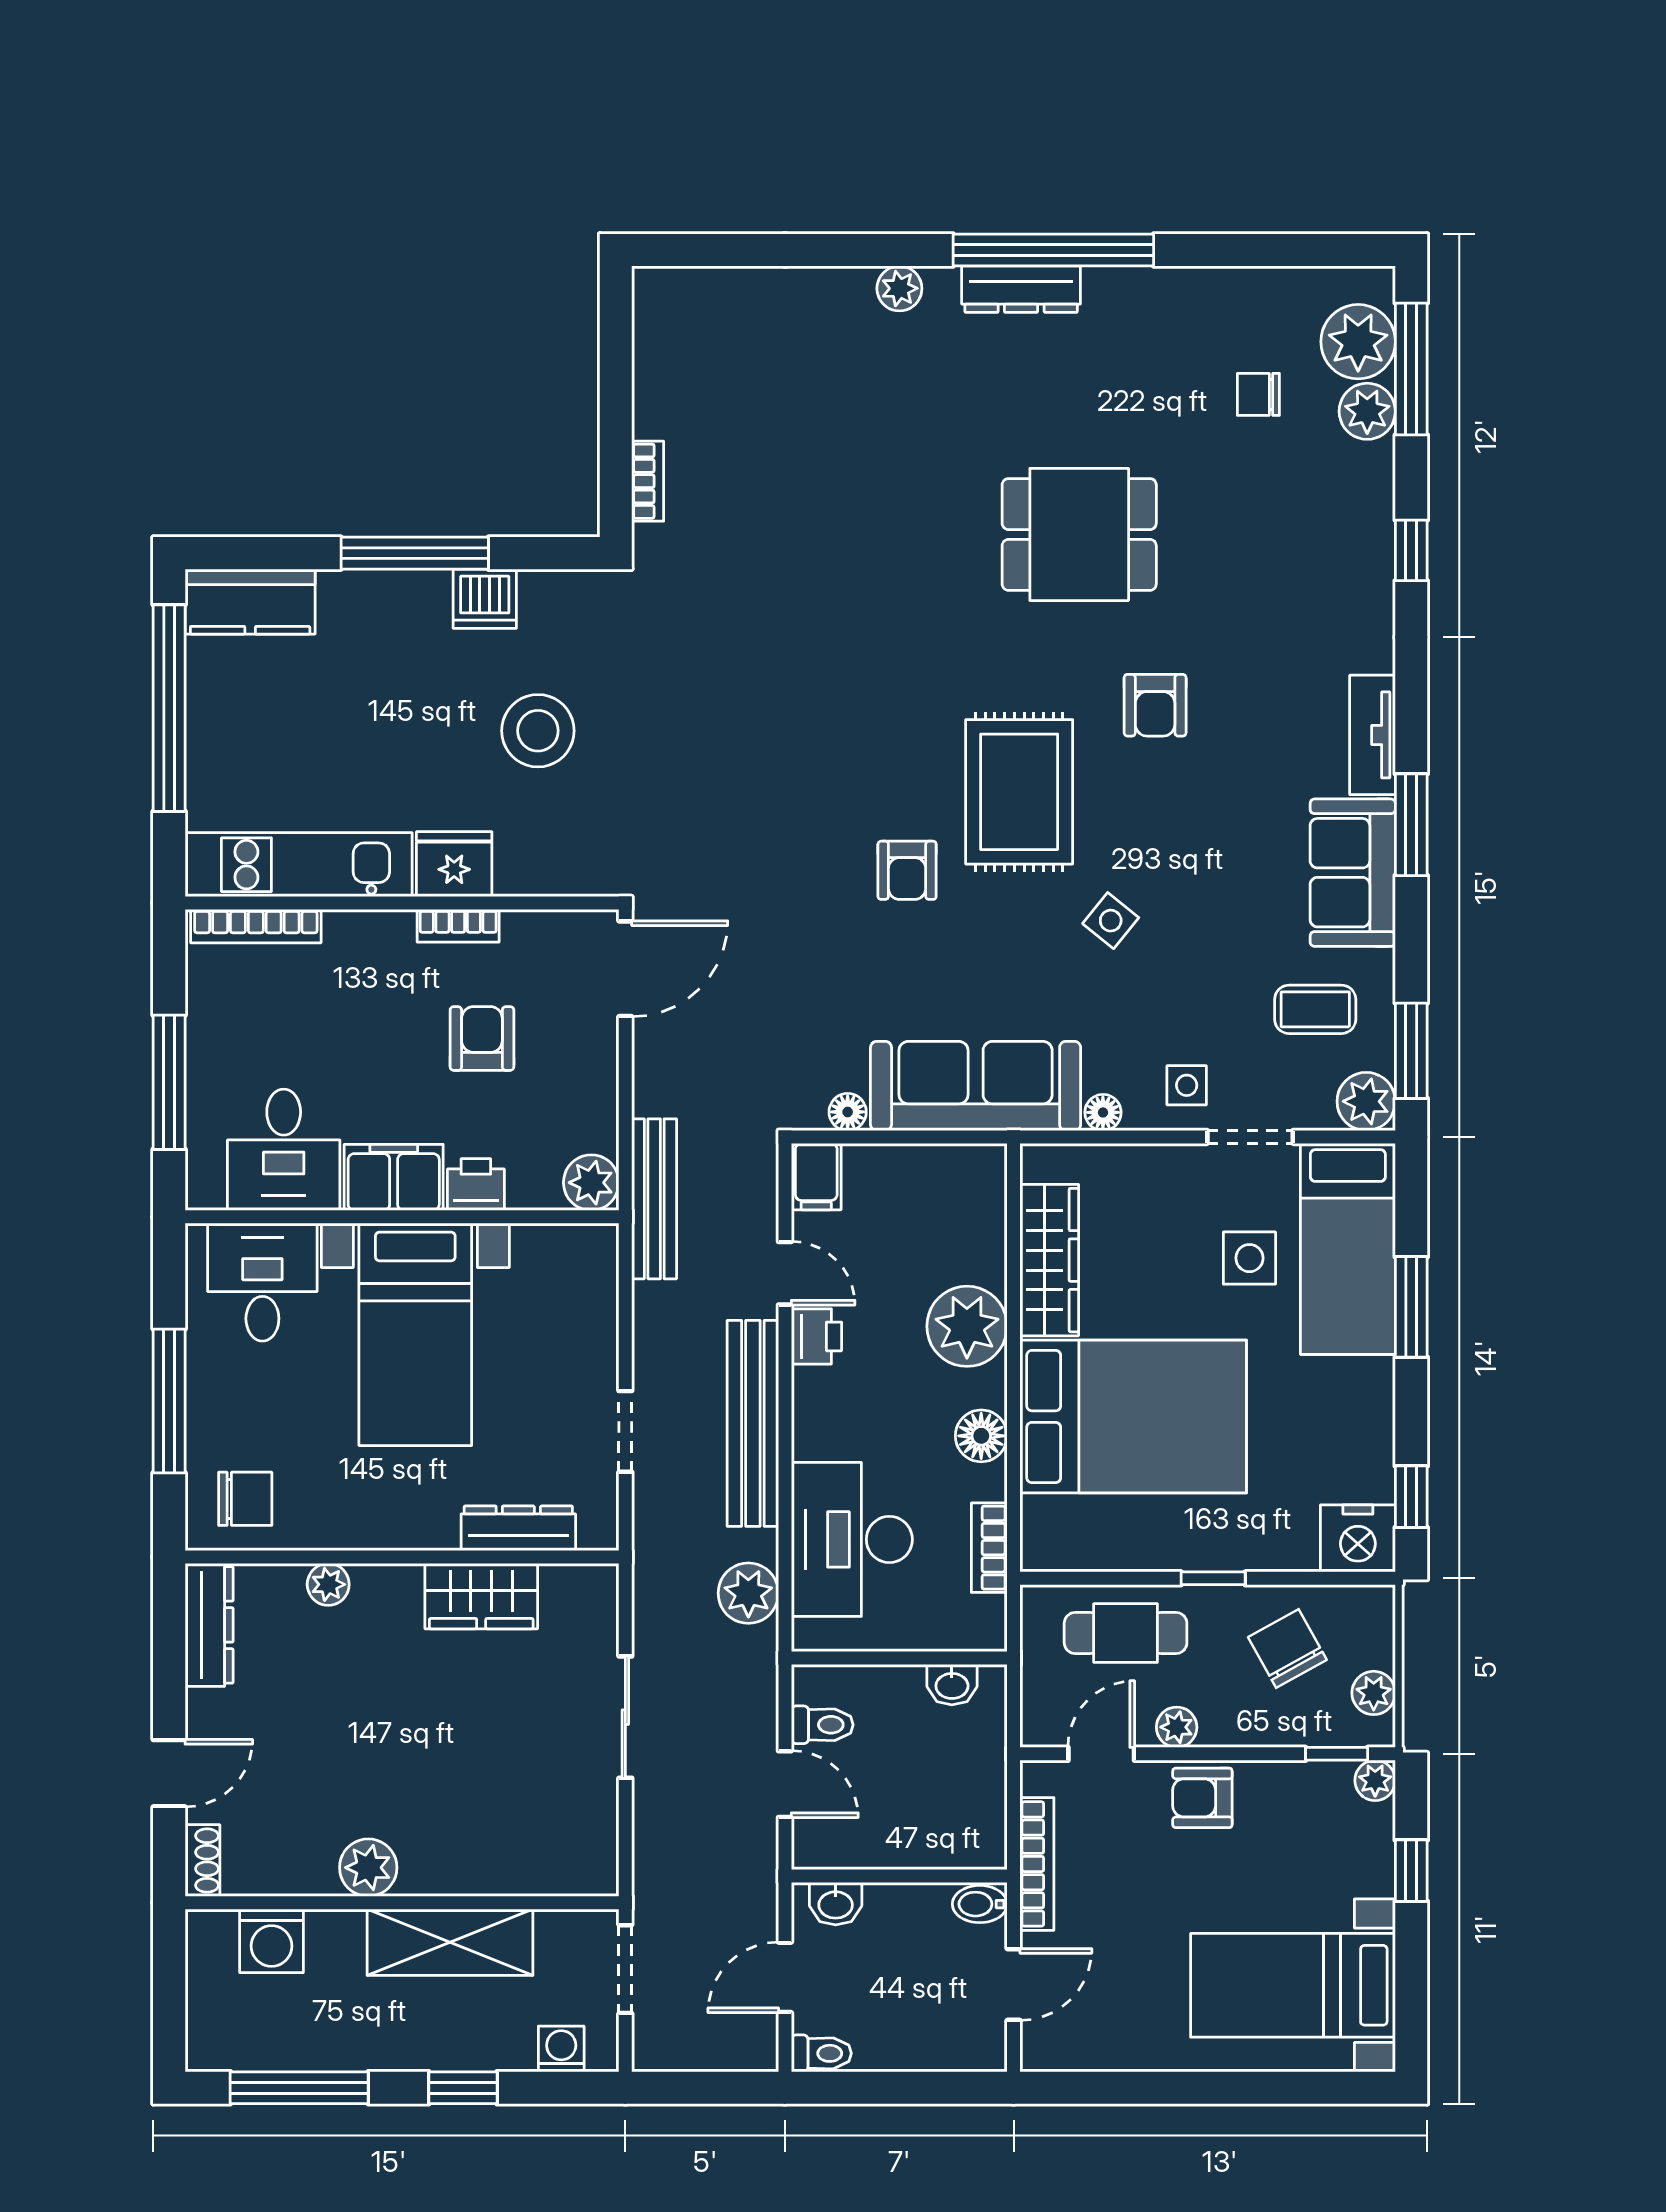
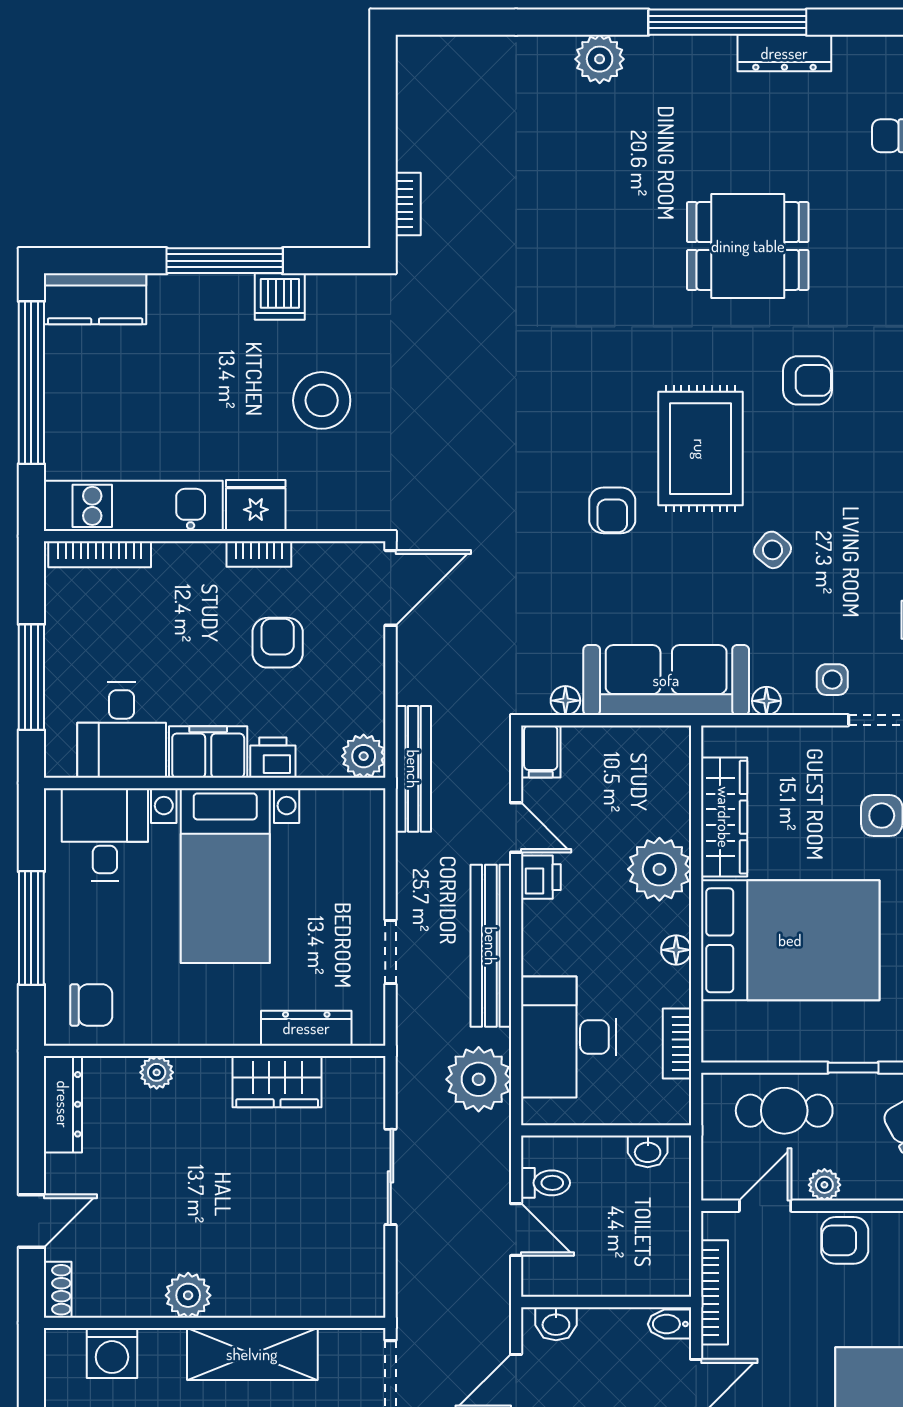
plant: (899, 288) -> (600, 59), width x1.38, depth x1.38
dresser: (1021, 289) -> (784, 53), moved
armchair: (1155, 705) -> (807, 380), turned -90
floor lamp: (981, 1436) -> (676, 950), width x0.73, depth x0.73
plant: (748, 1593) -> (479, 1079), width x1.36, depth x1.36

